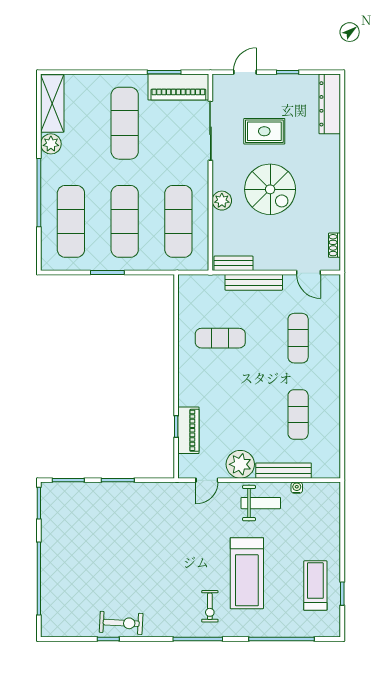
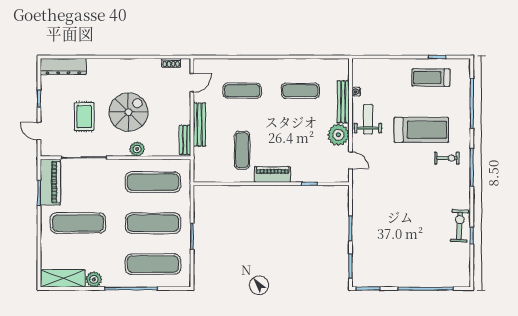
piano: (188, 430) -> (273, 174), moved

